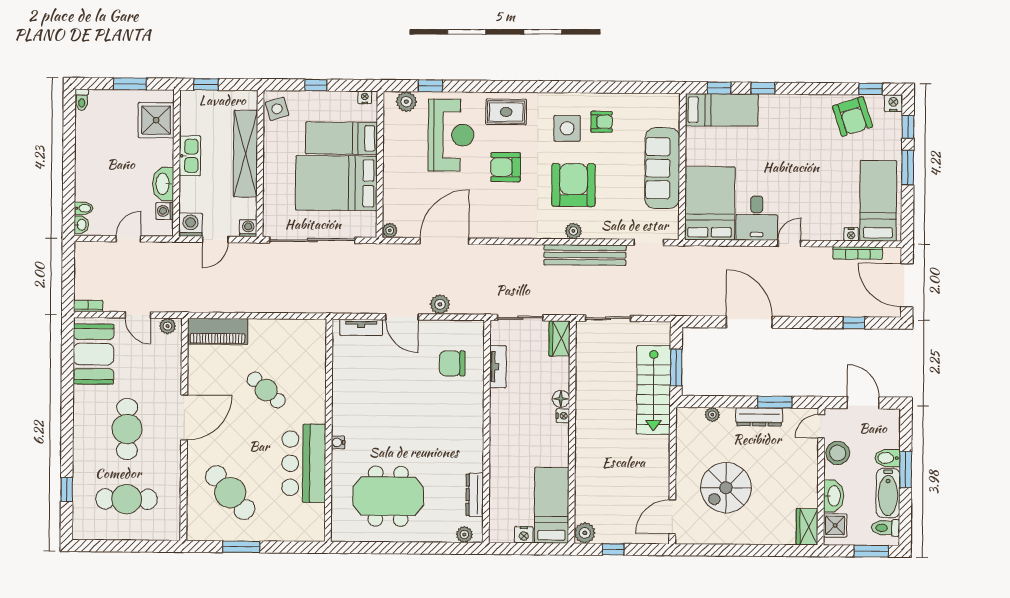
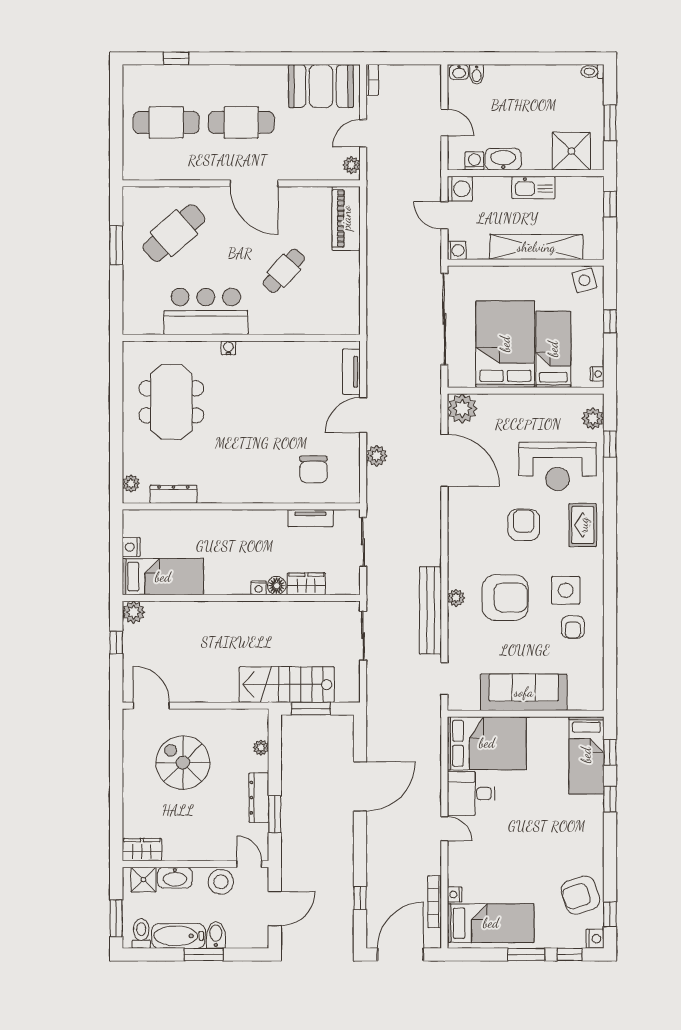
plant: (390, 230) -> (462, 409), width x1.88, depth x1.88
wardrobe: (560, 338) -> (306, 584), moved
chair: (452, 363) -> (314, 469), turned 180
cafe table: (127, 499) -> (166, 122), turned 90

